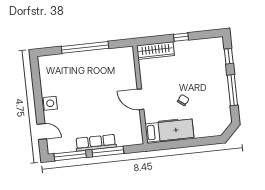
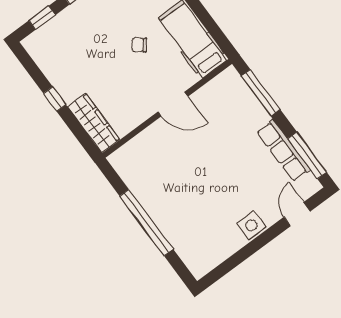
door: (141, 99) -> (173, 104), hinge flipped
row of seats: (96, 143) -> (284, 151), moved
window: (108, 152) -> (261, 93), moved

